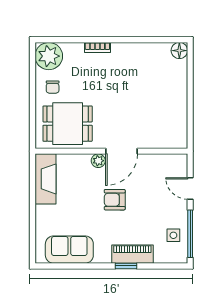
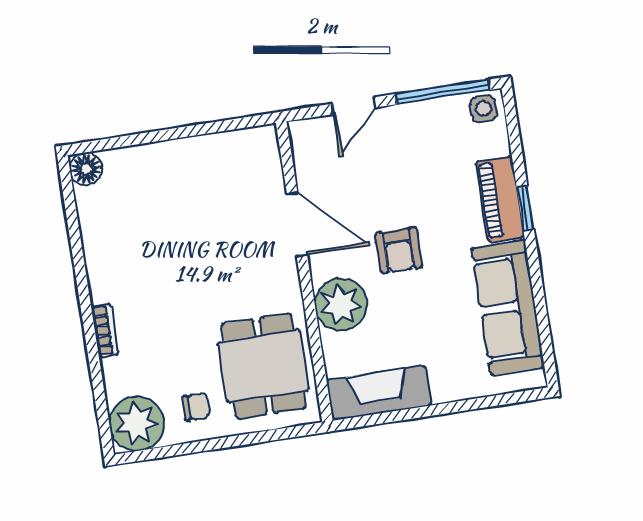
door: (121, 151) -> (297, 224), moved
plant: (98, 161) -> (341, 305), width x1.87, depth x1.87
side table: (173, 235) -> (483, 109), moved
sofa: (69, 250) -> (508, 307), width x1.36

